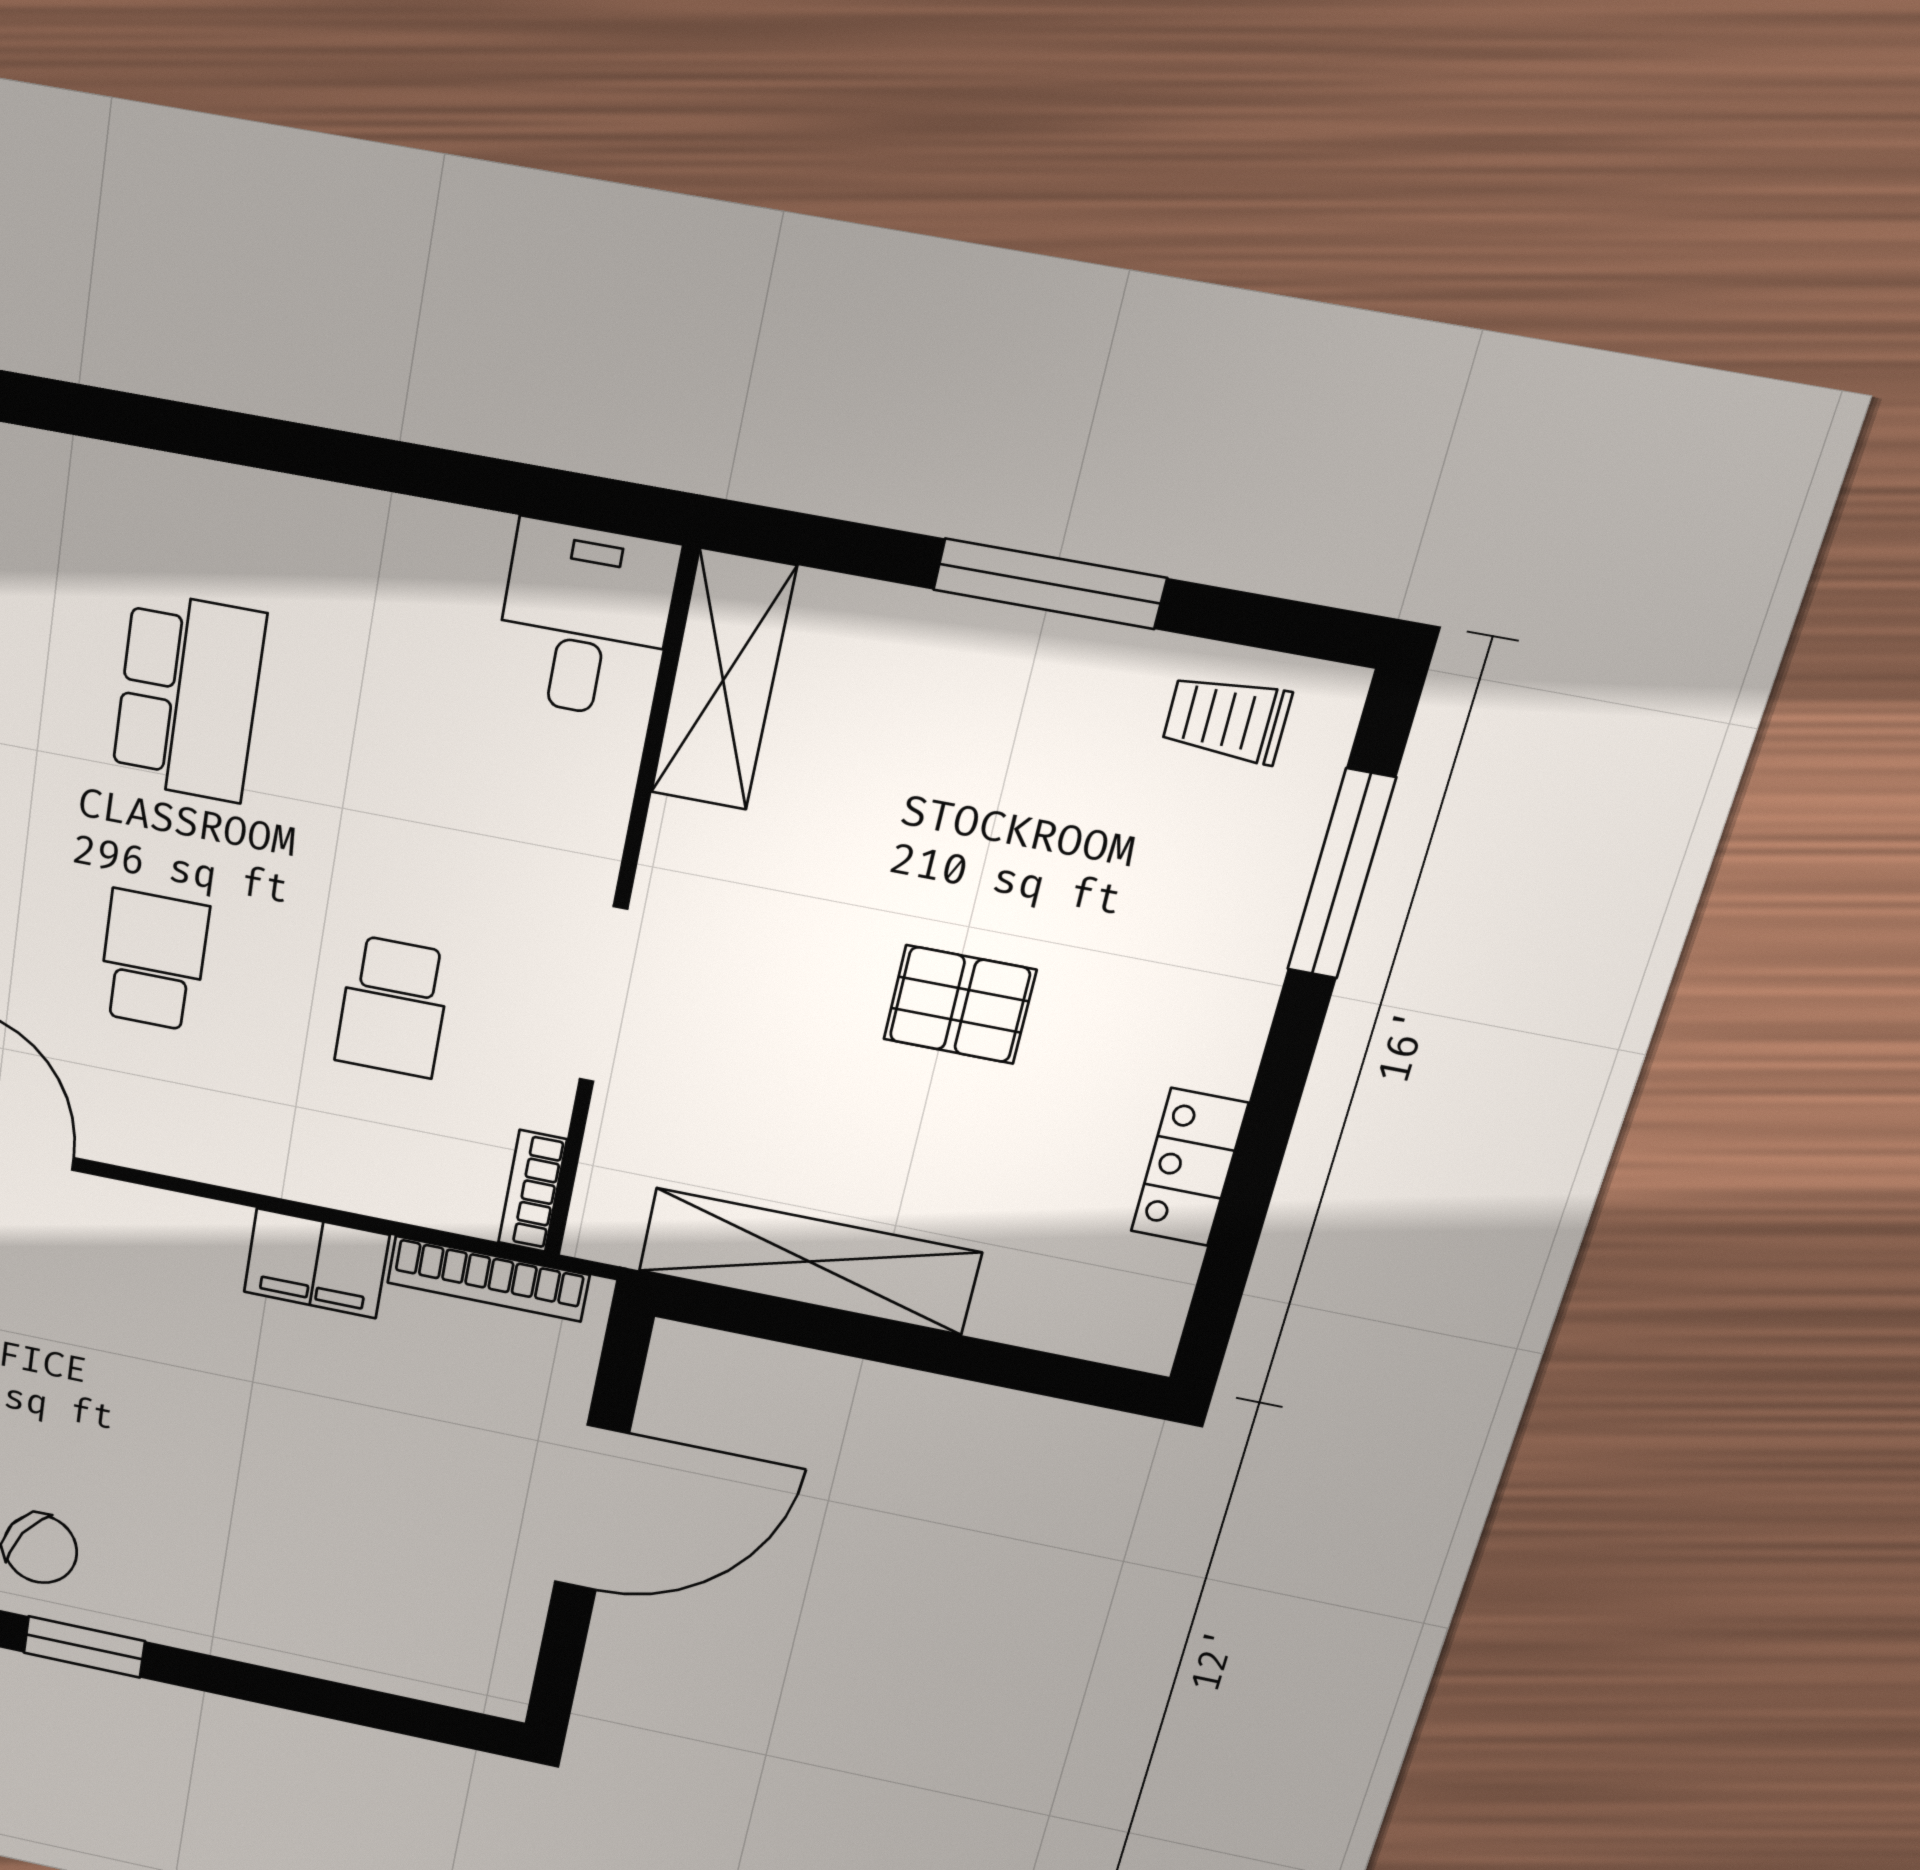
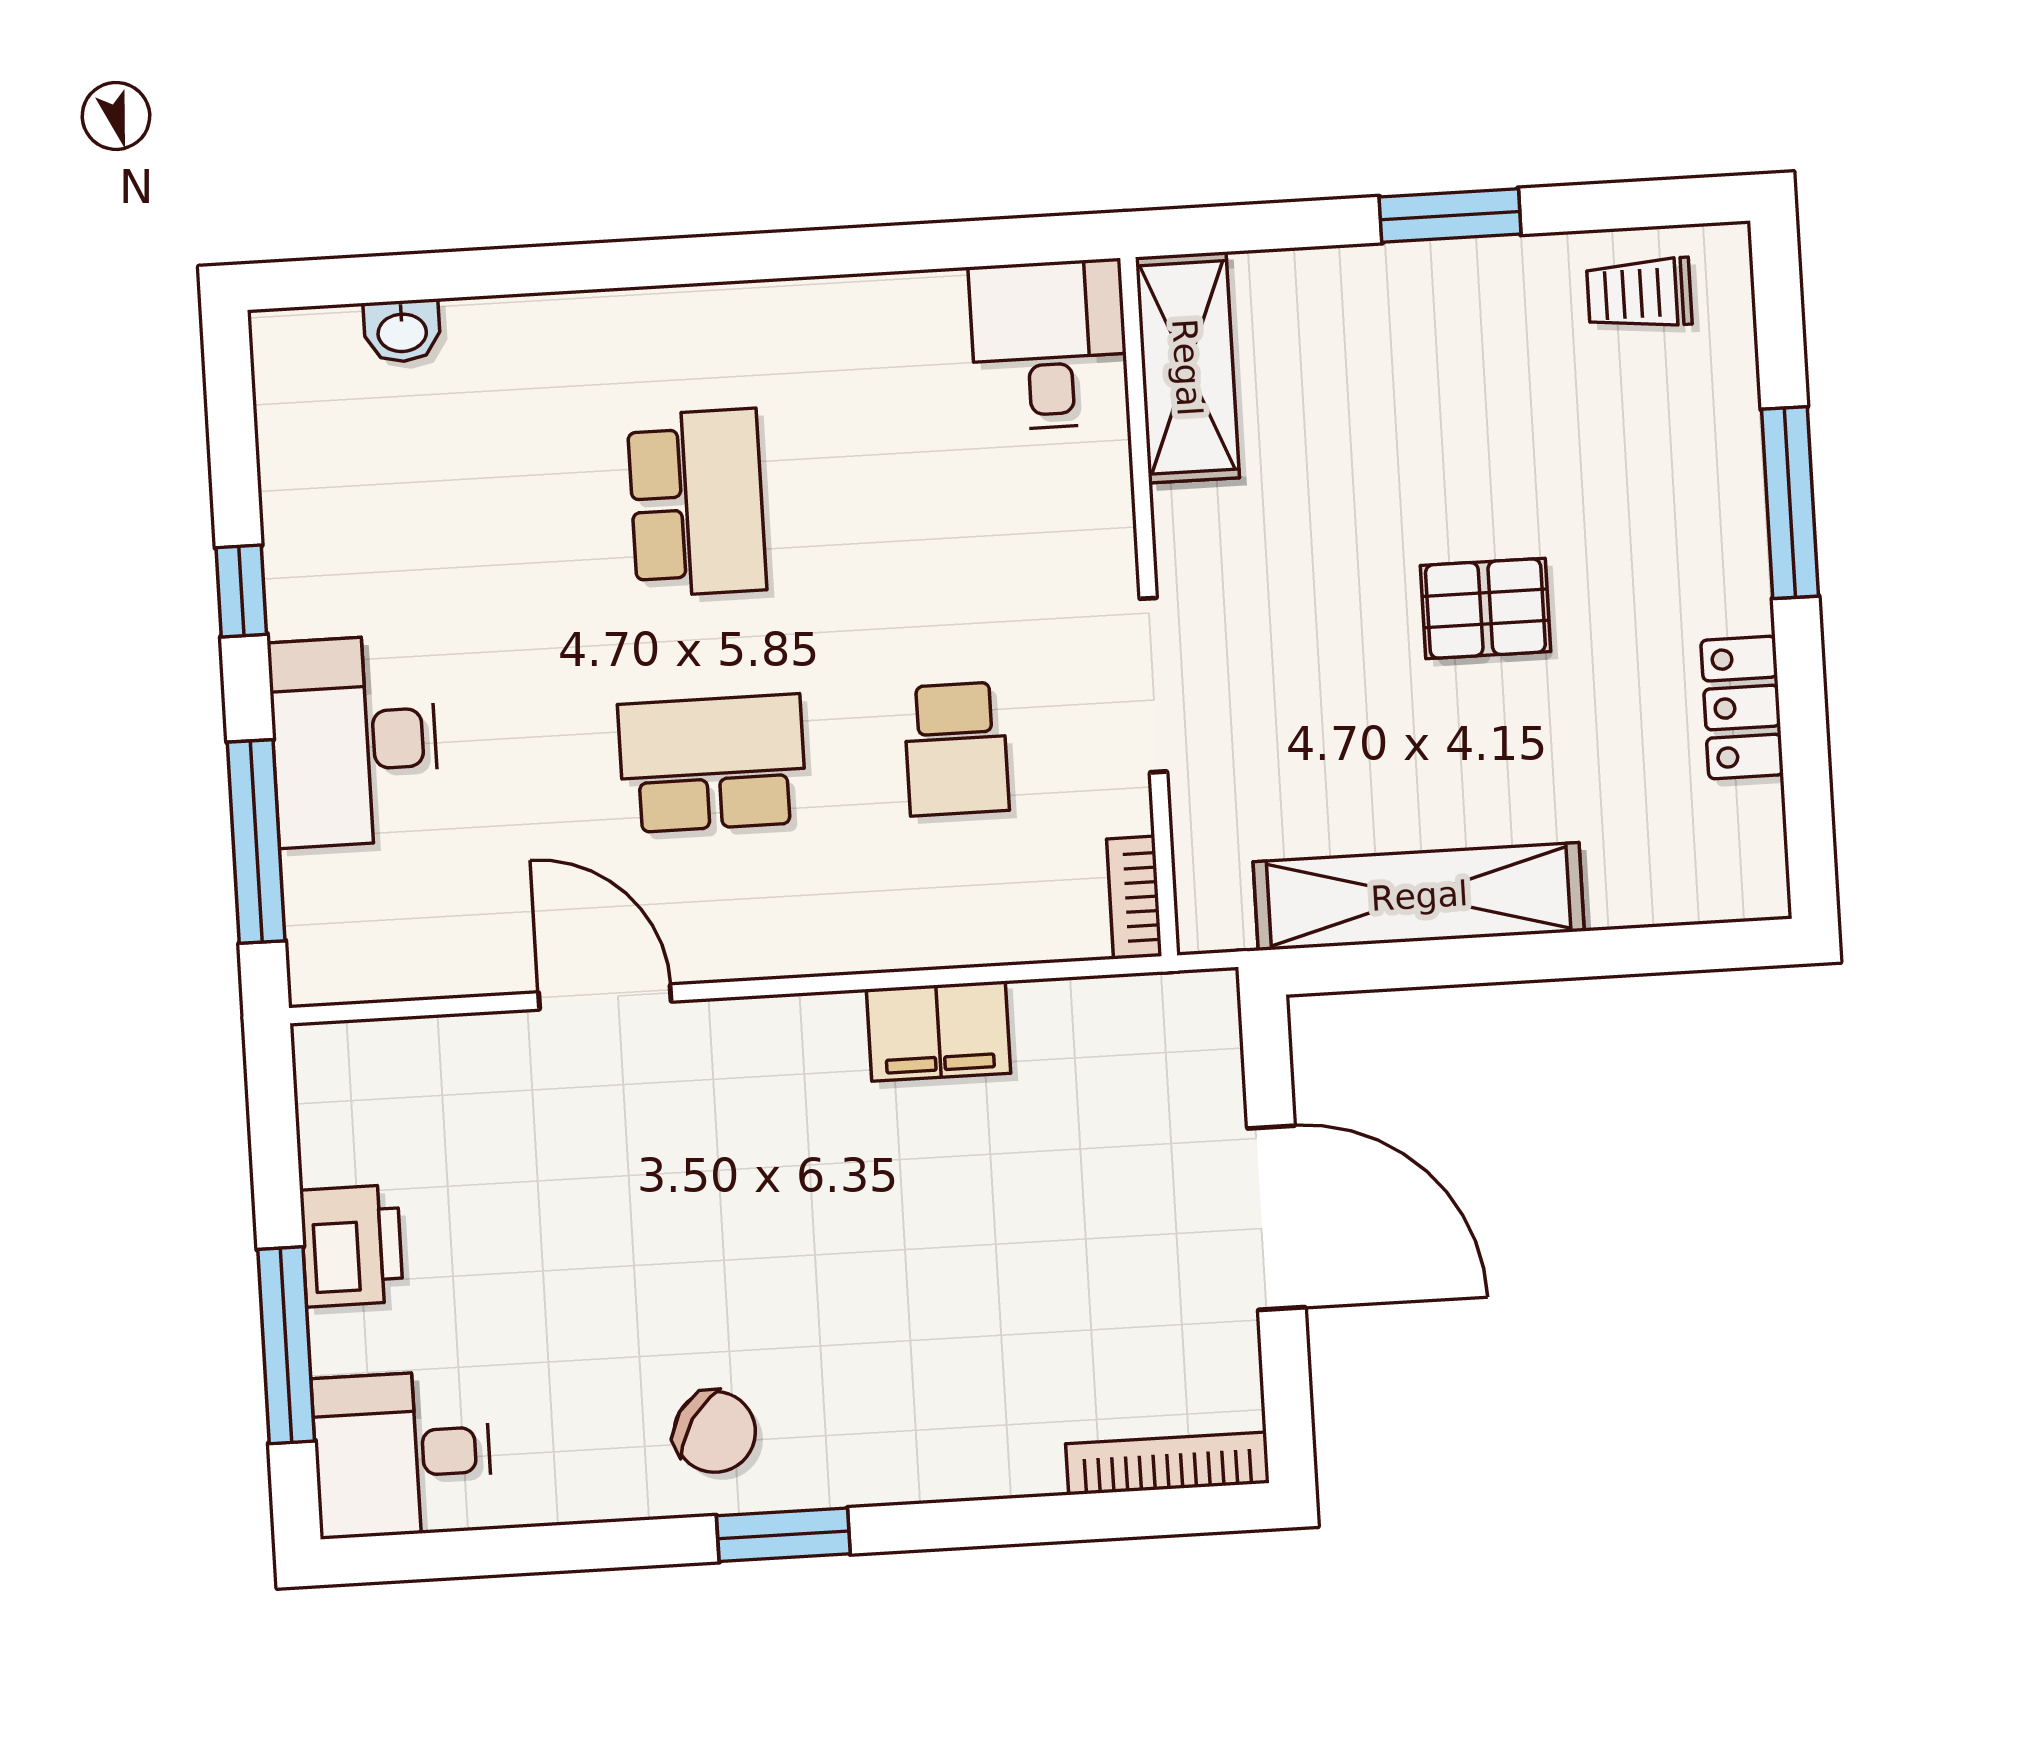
window: (1050, 584) -> (1450, 216), width x0.69
window: (1341, 874) -> (1790, 503), moved
school desk: (153, 960) -> (712, 763), width x1.85
bookcase: (488, 1279) -> (1168, 1463), moved, turned 180
door: (592, 1508) -> (1276, 1218), hinge flipped

